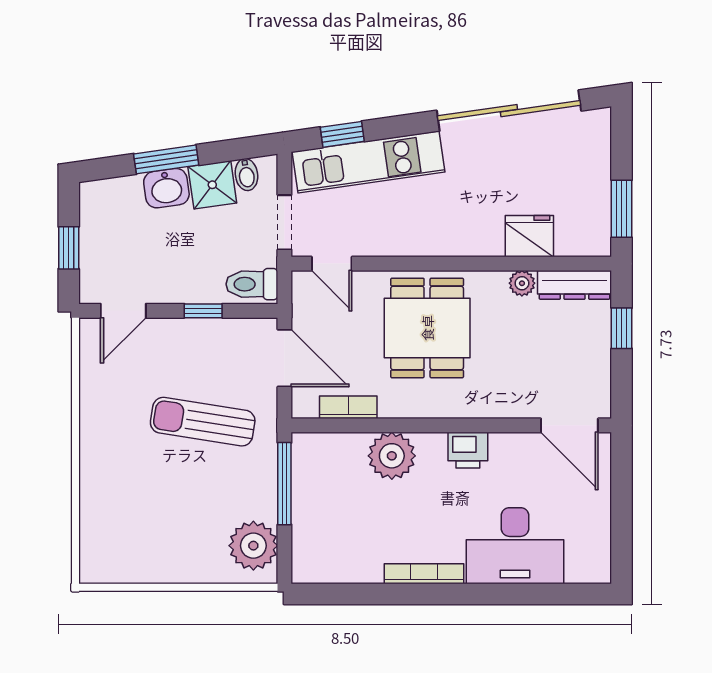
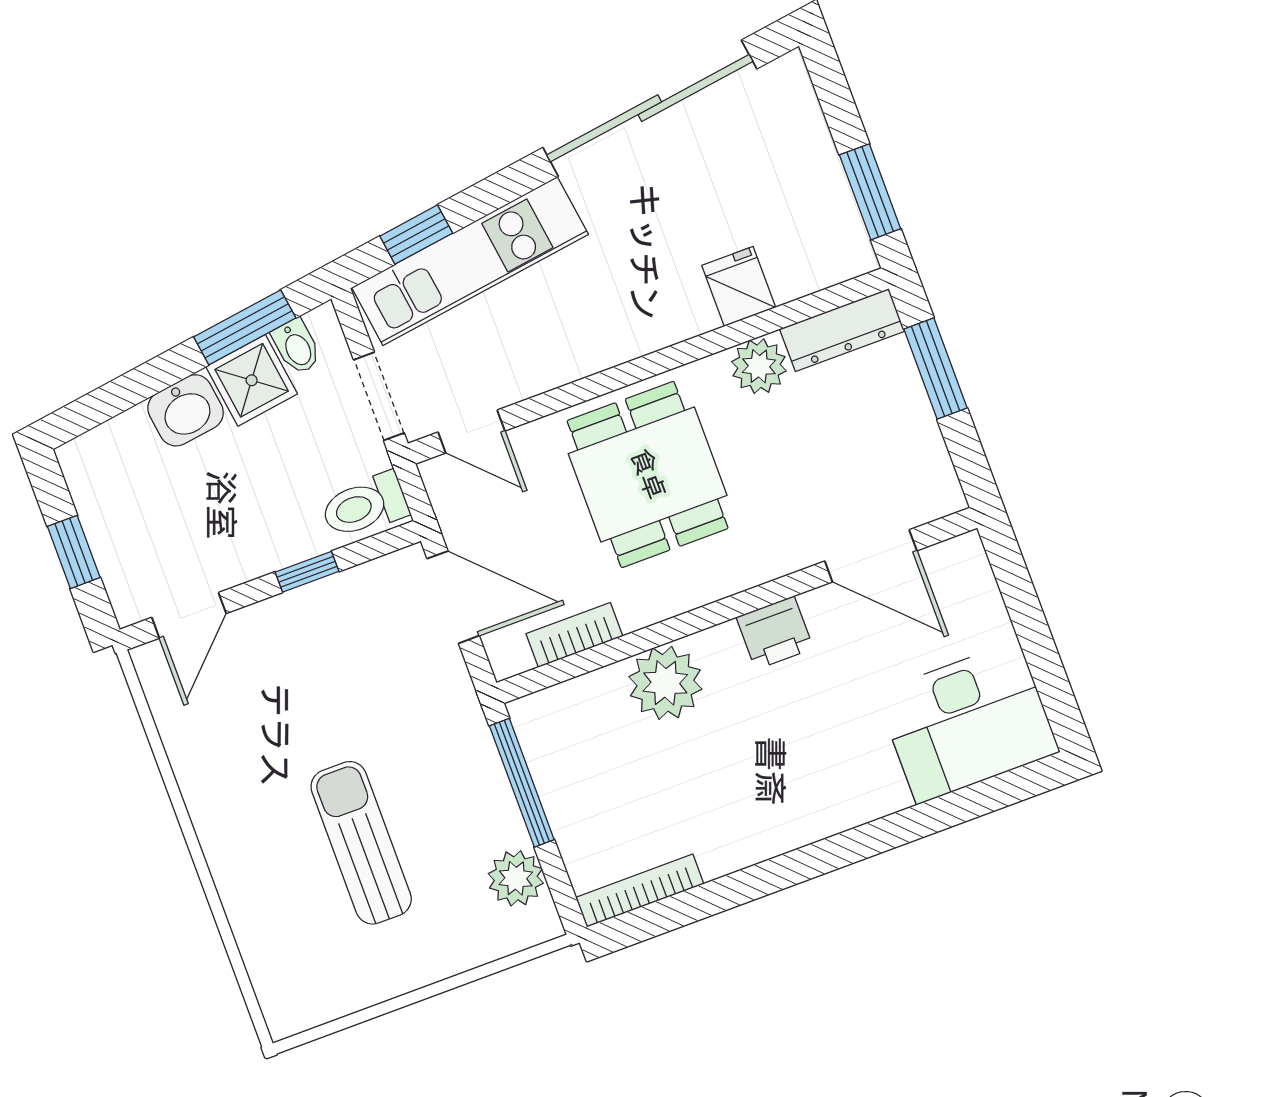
window: (166, 159) -> (245, 327), moved
fridge: (529, 236) -> (739, 286), width x0.72
plant: (522, 283) -> (759, 366), width x1.38, depth x1.38
window: (622, 328) -> (935, 369), width x1.50
sun lounger: (203, 422) -> (361, 843), moved, turned 81
door: (569, 425) -> (871, 556), moved
plant: (253, 546) -> (516, 878), width x0.73, depth x0.73
desk: (515, 546) -> (968, 722), moved
bookcase: (424, 574) -> (640, 891), moved

